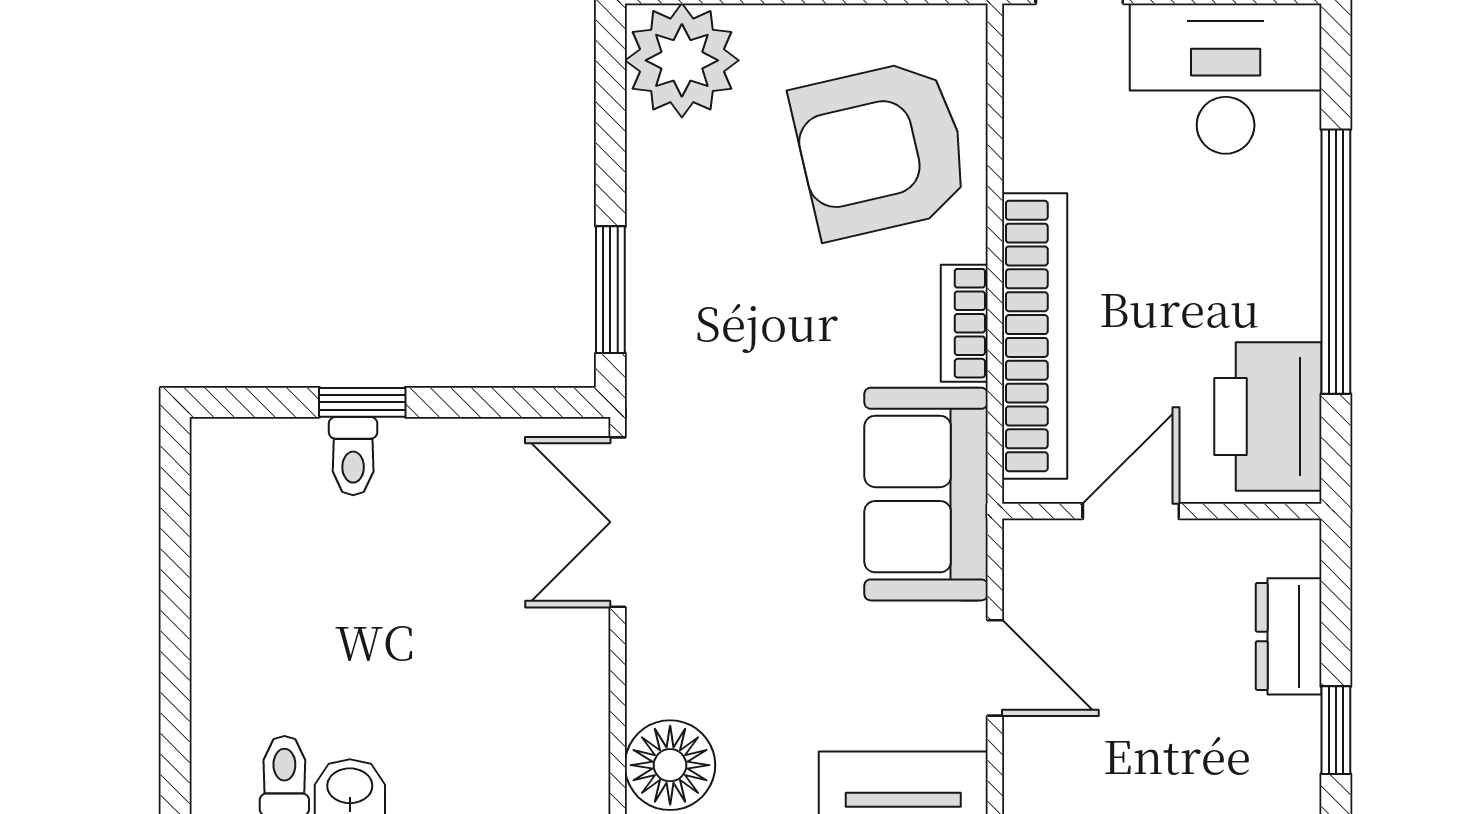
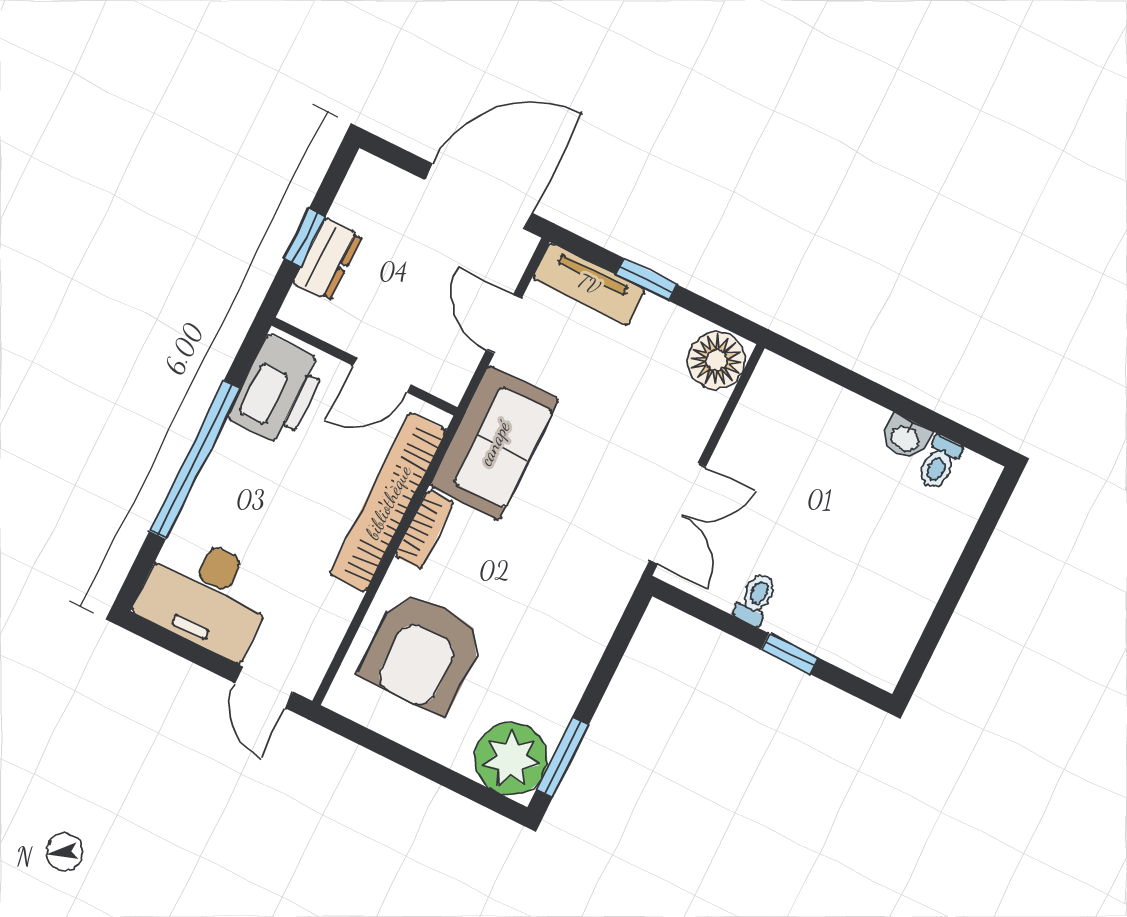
armchair: (881, 149) -> (423, 652), turned 103
window: (610, 290) -> (563, 757), moved
toilet: (353, 456) -> (756, 599), moved
window: (1336, 730) -> (305, 238), moved

